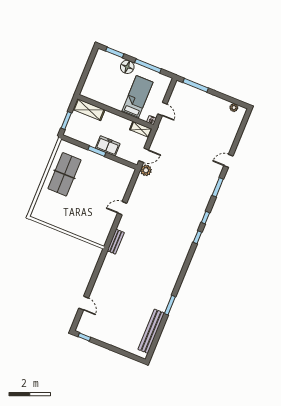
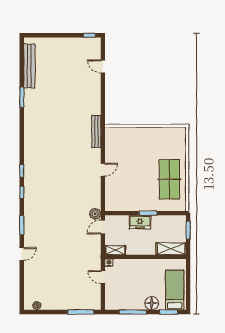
bed: (137, 97) -> (175, 290), moved, turned 180
bench: (116, 242) -> (96, 132), width x1.36

